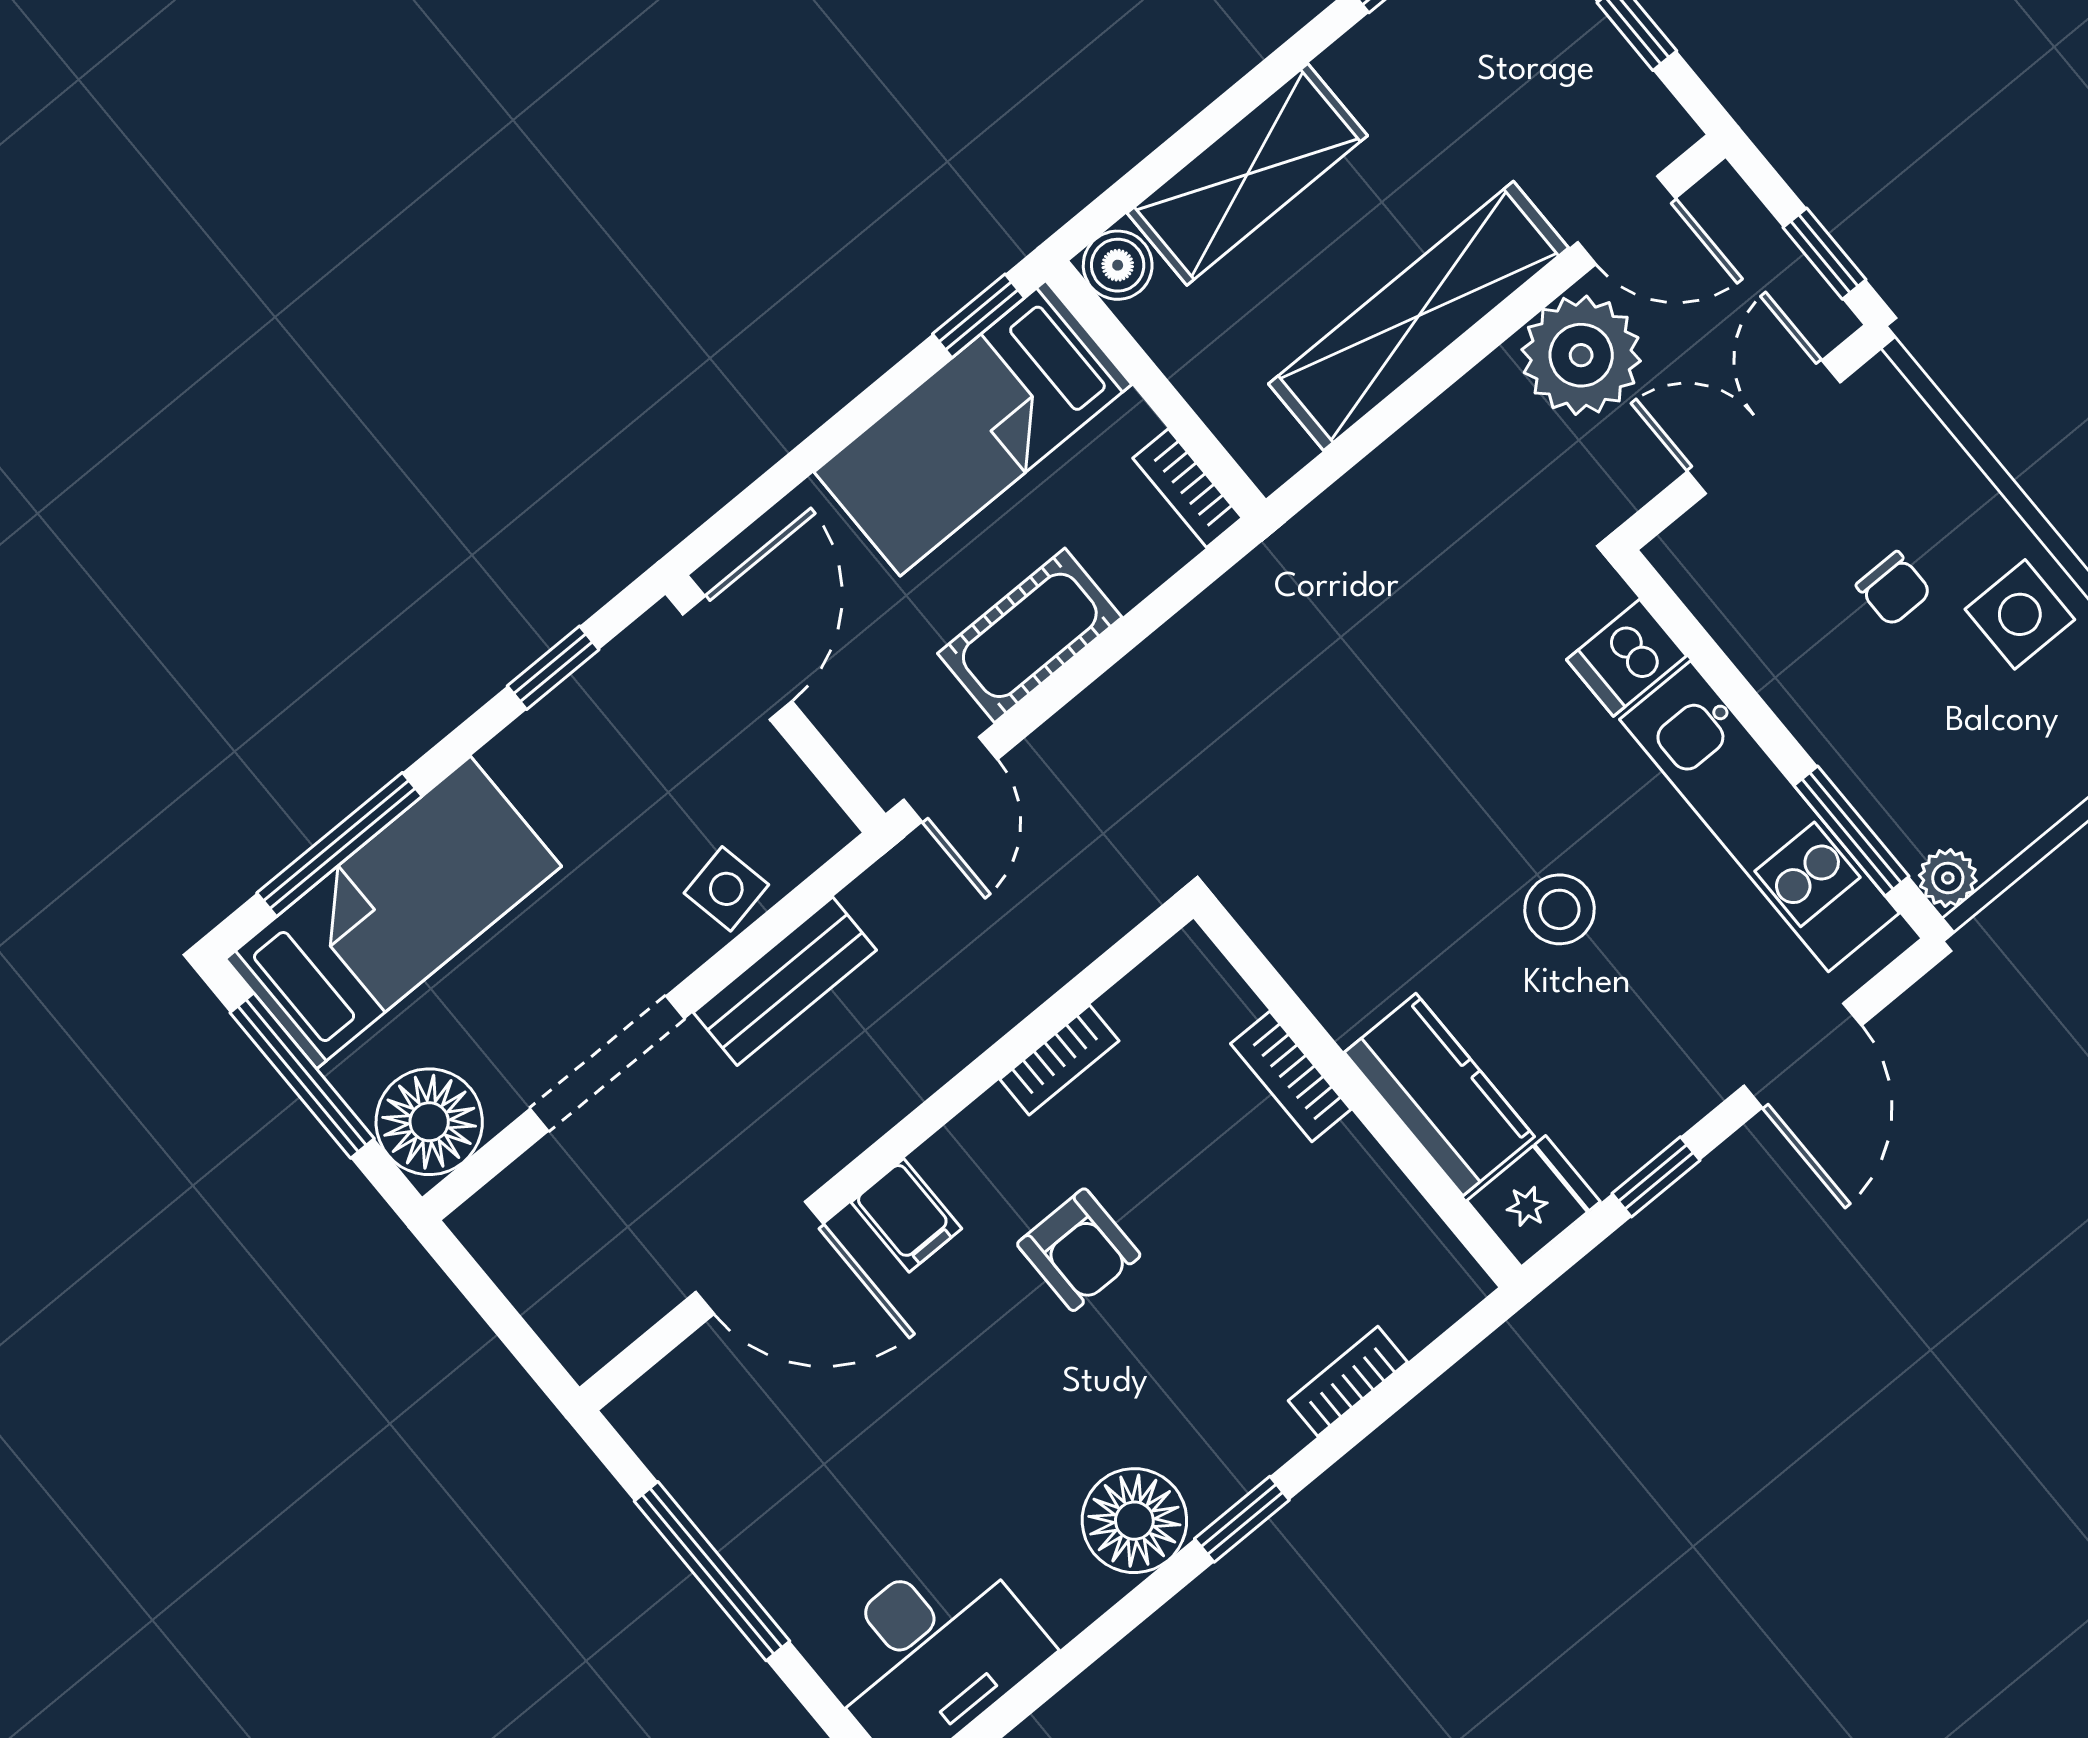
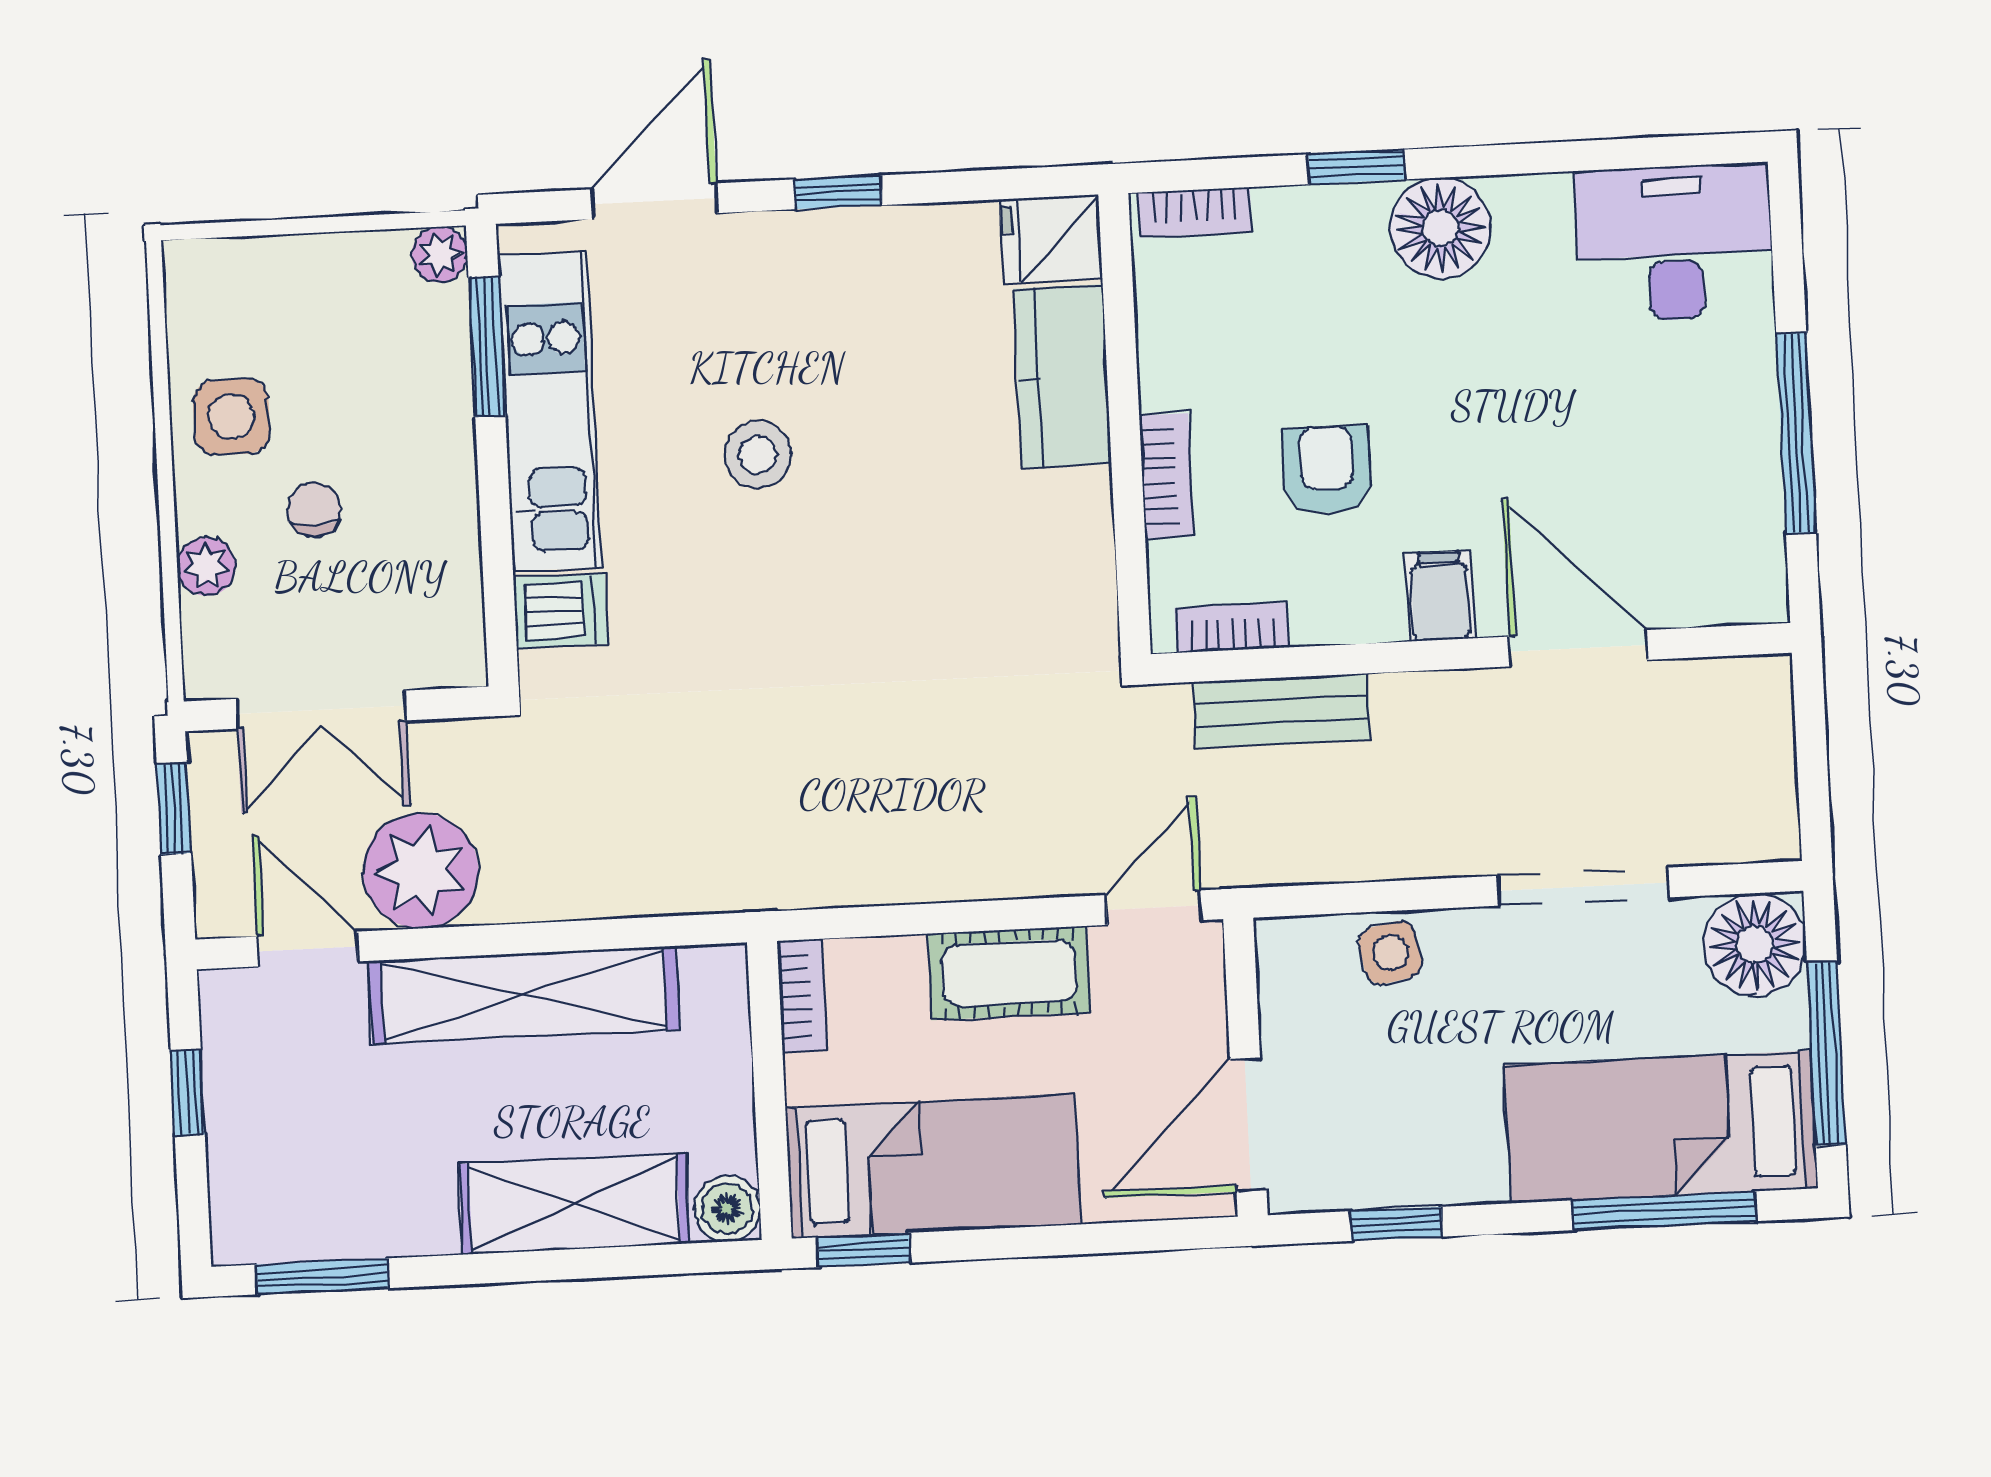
plant: (1948, 475) -> (206, 566), added
bench: (785, 981) -> (1282, 711), moved
bookcase: (1291, 1077) -> (1167, 476), moved
wall: (1358, 1093) -> (1124, 424), moved
kitchen counter: (1439, 1095) -> (1062, 376), moved
fridge: (1533, 1201) -> (1051, 239), moved

